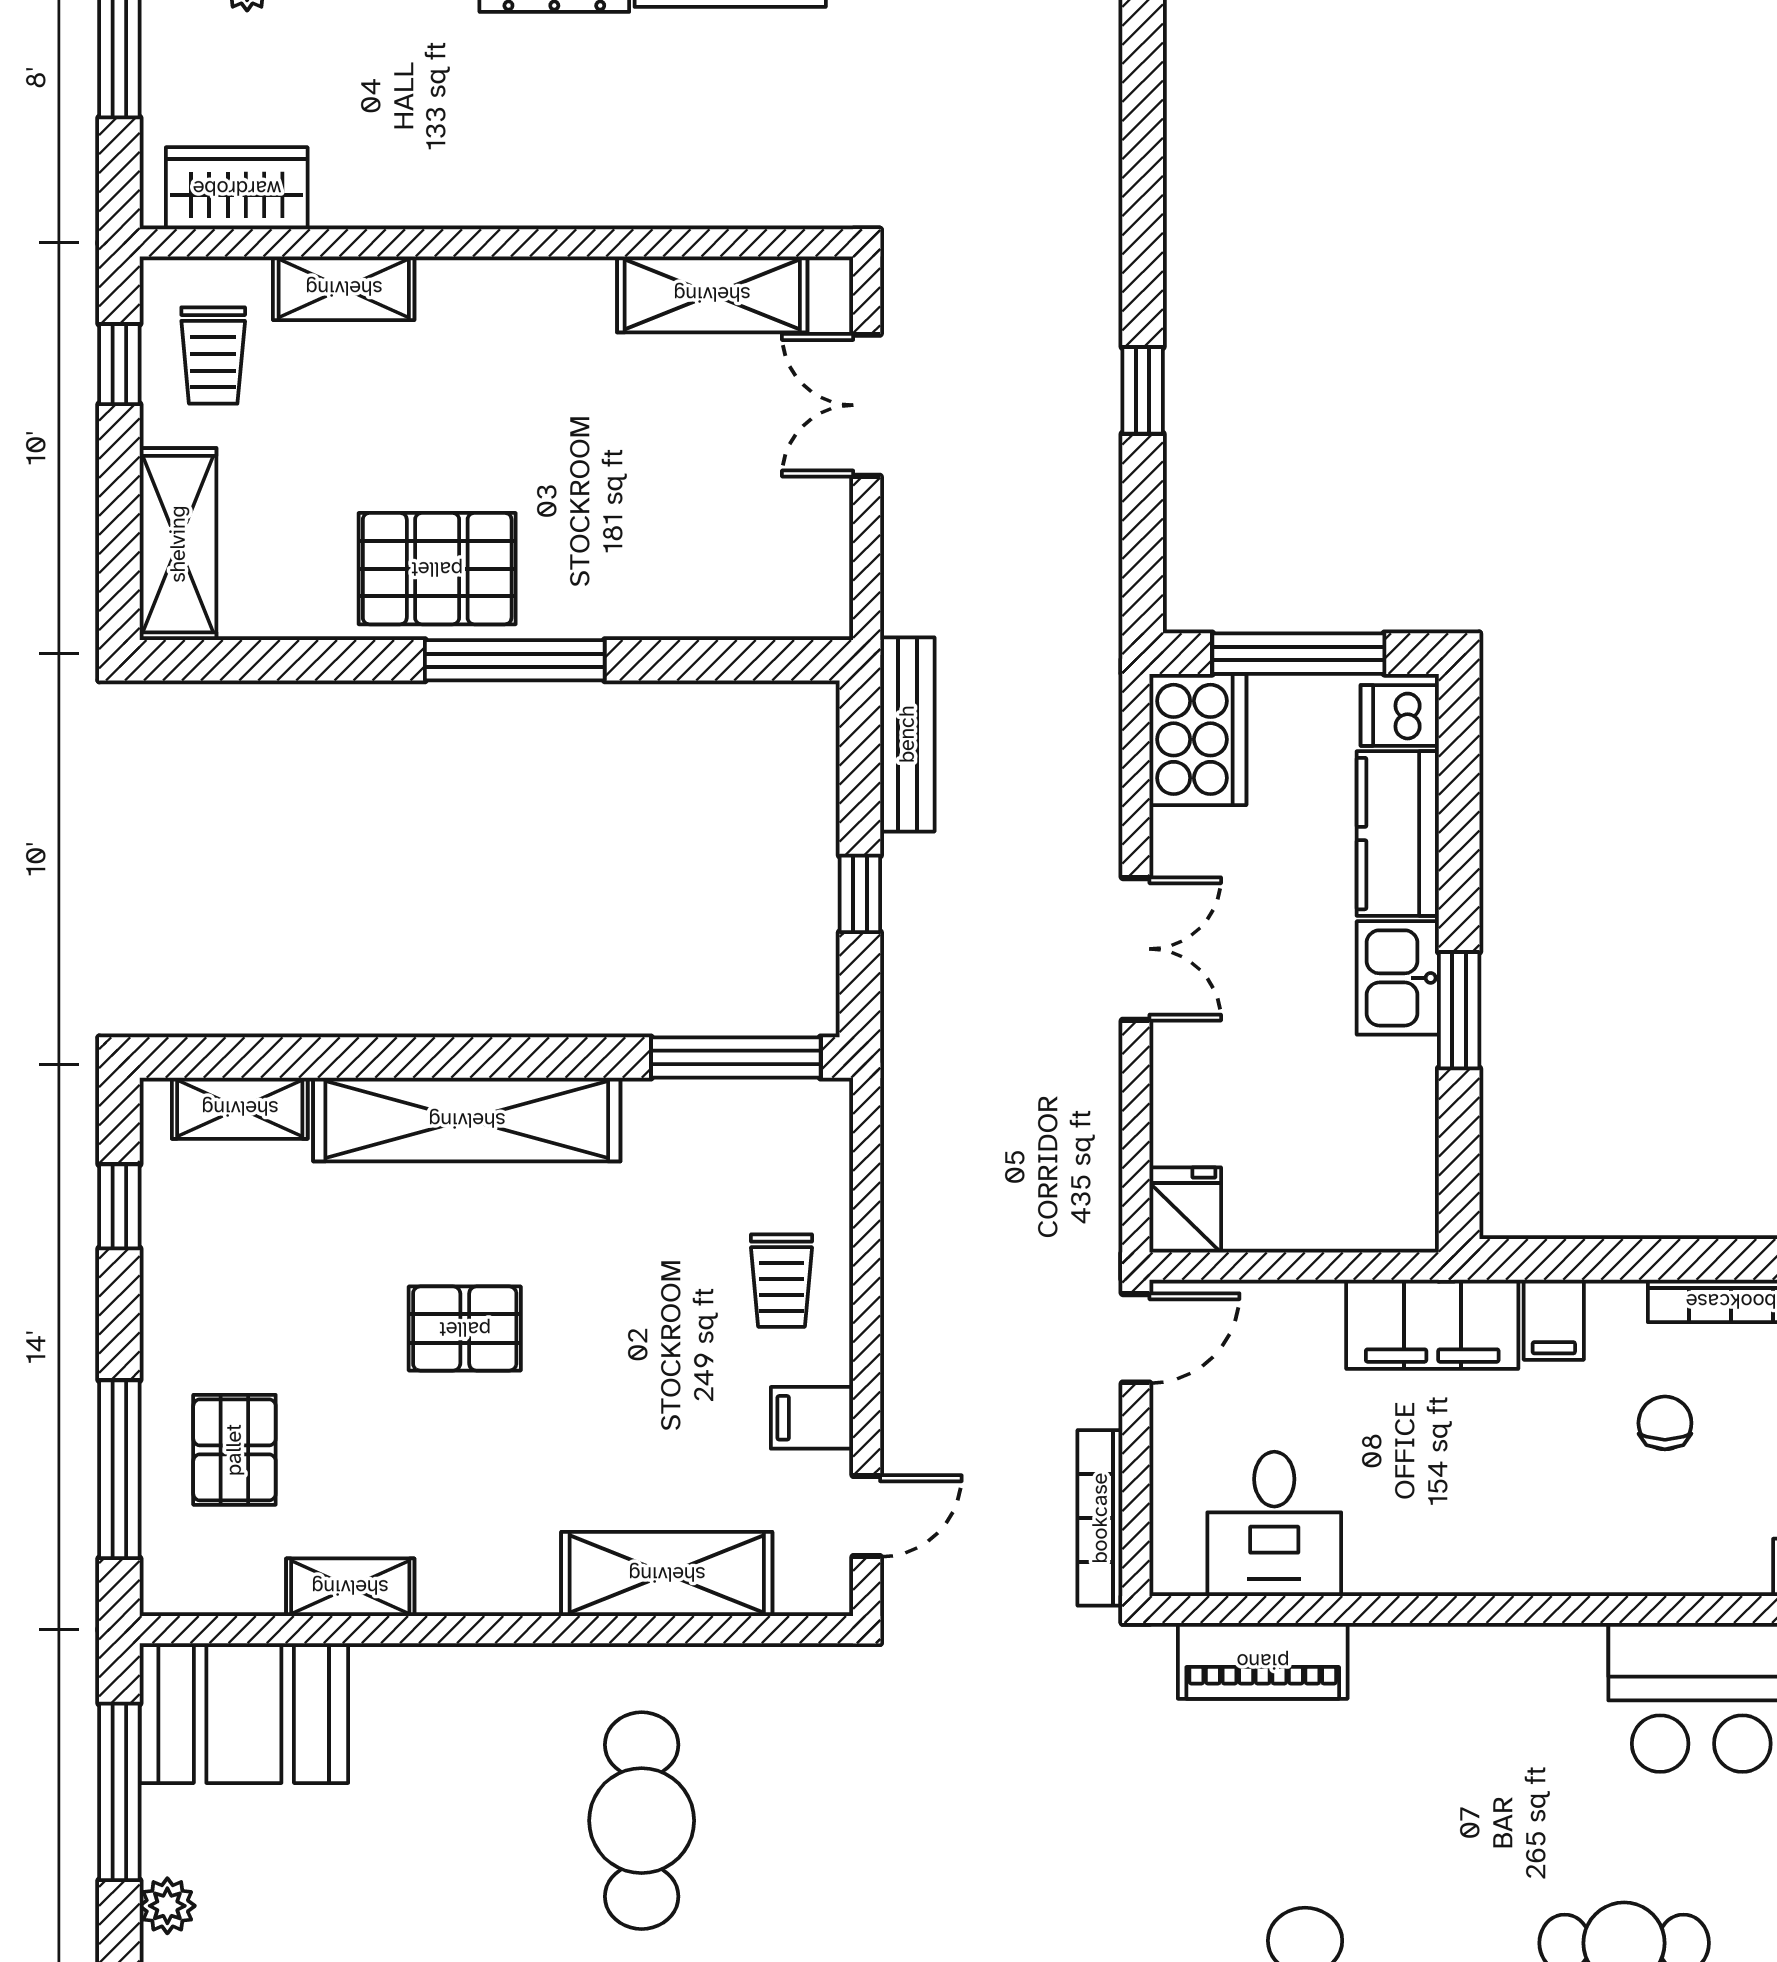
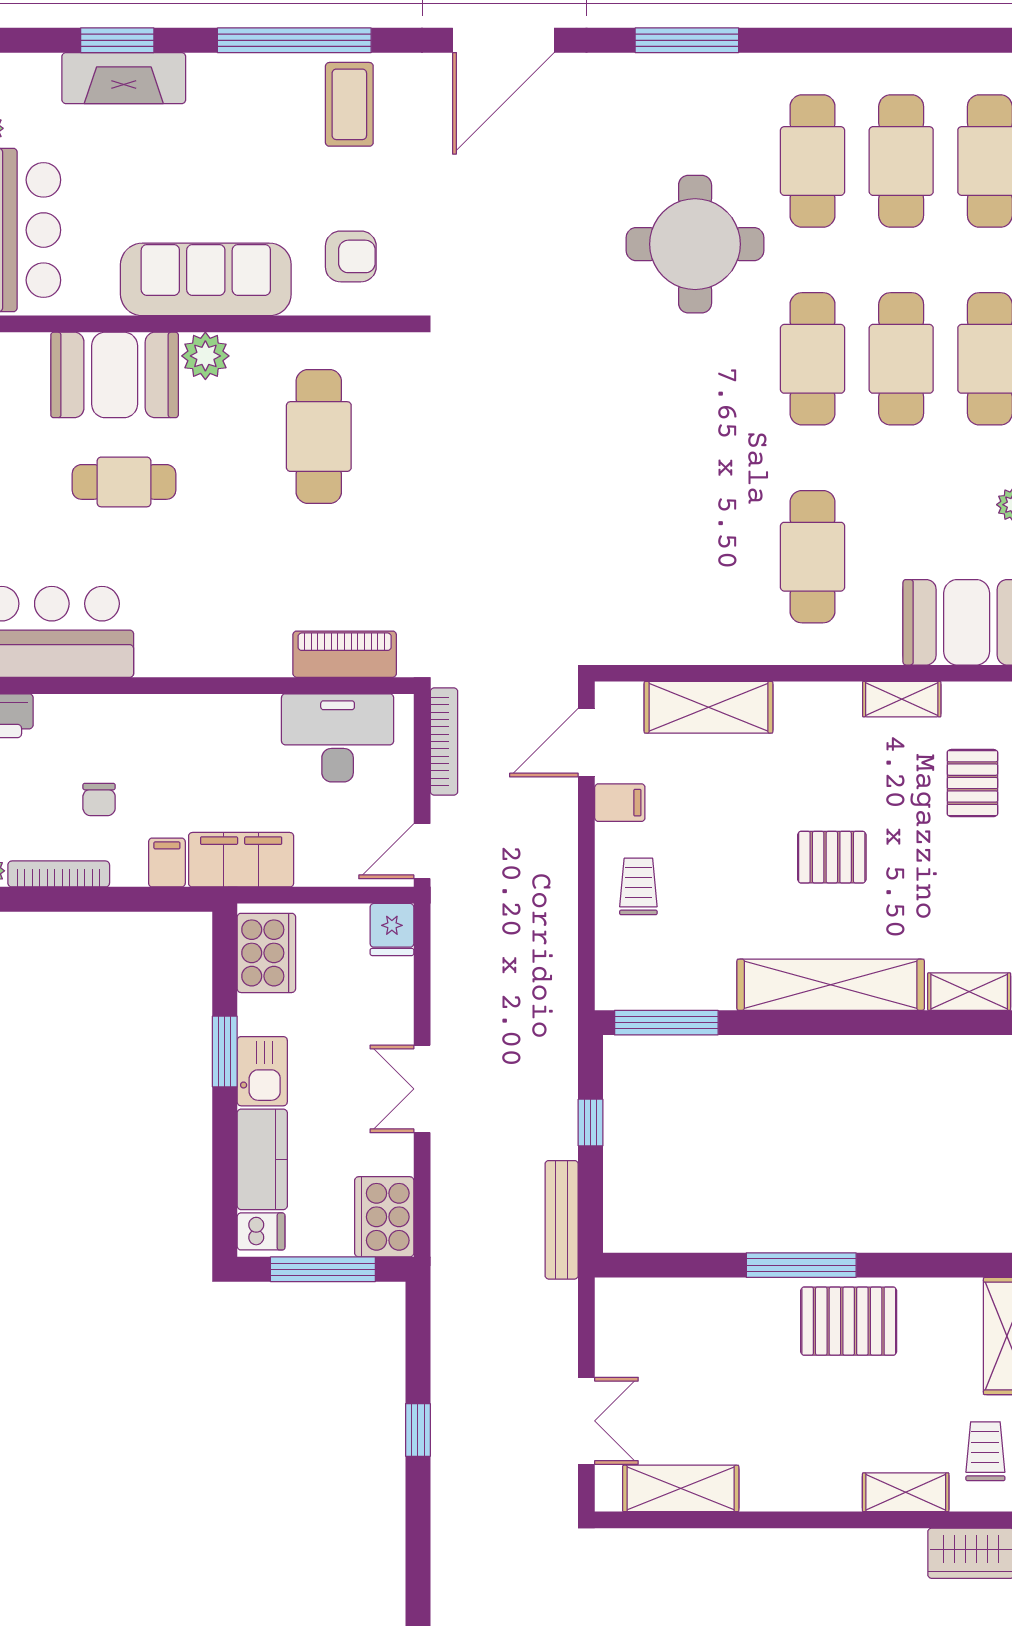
cooker: (1391, 1172) -> (266, 953), added
door: (867, 1516) -> (586, 743), width x1.38
desk: (1274, 1524) -> (338, 738), width x1.37
cafe table: (642, 1821) -> (812, 557), moved

